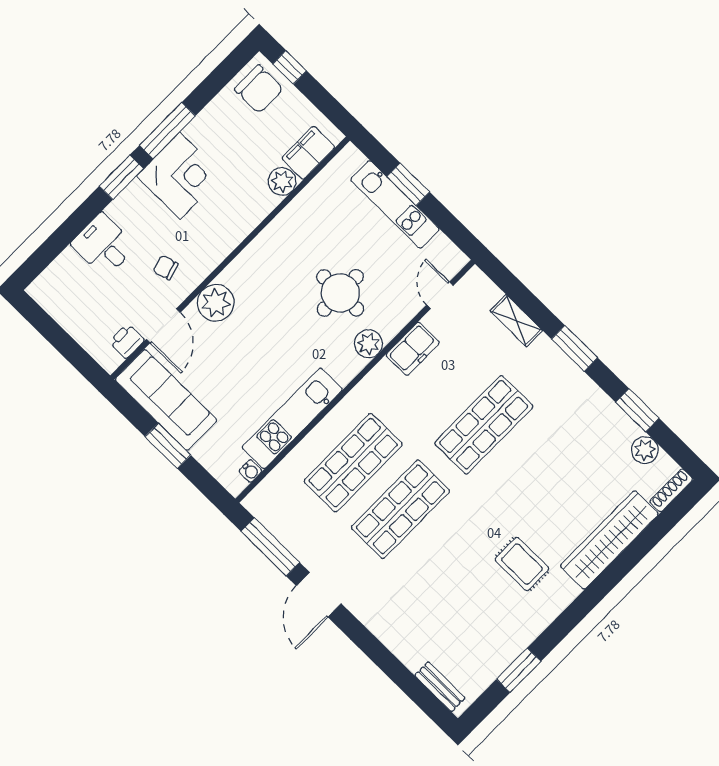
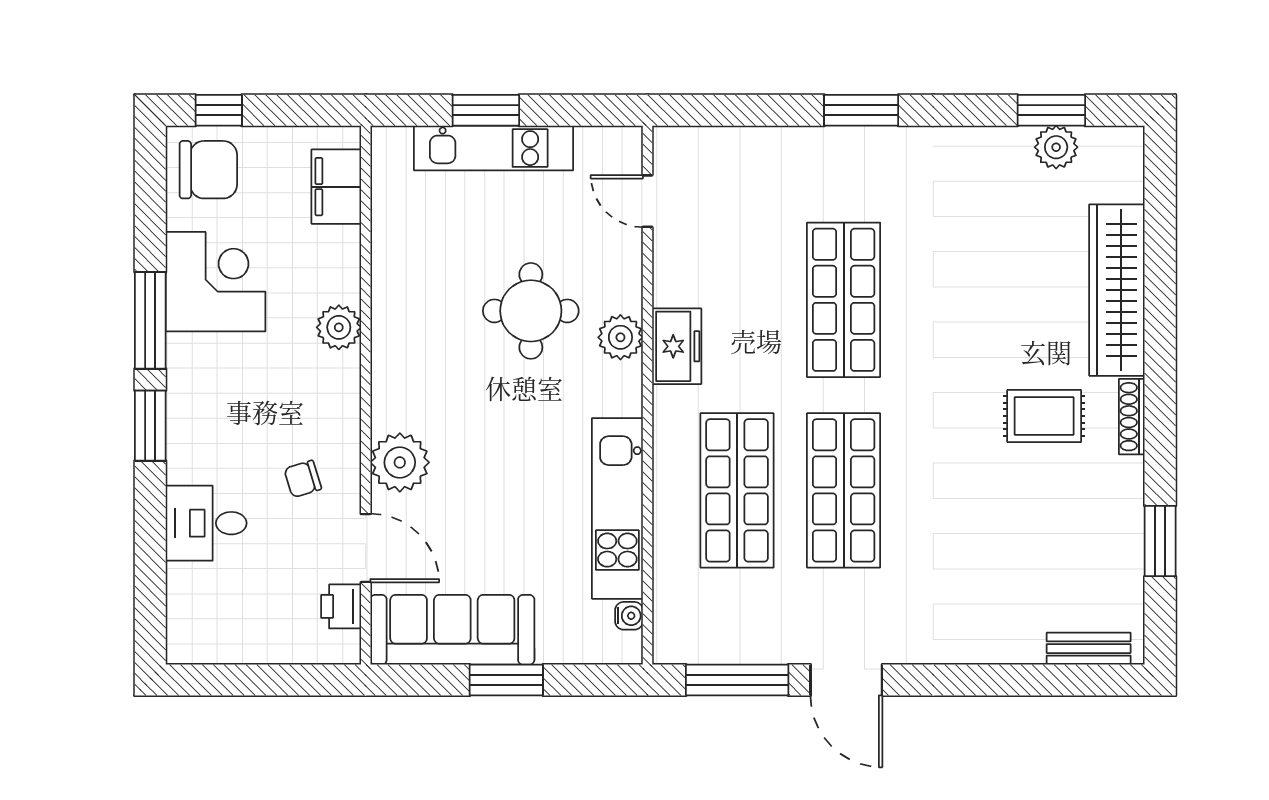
corner desk: (180, 176) -> (216, 282), moved
plant: (282, 181) -> (339, 327), moved
shelving: (516, 321) -> (763, 144), removed
freezer: (413, 349) -> (677, 346), moved
window: (637, 410) -> (1051, 110), moved
shoe rack: (671, 490) -> (1132, 417), moved

